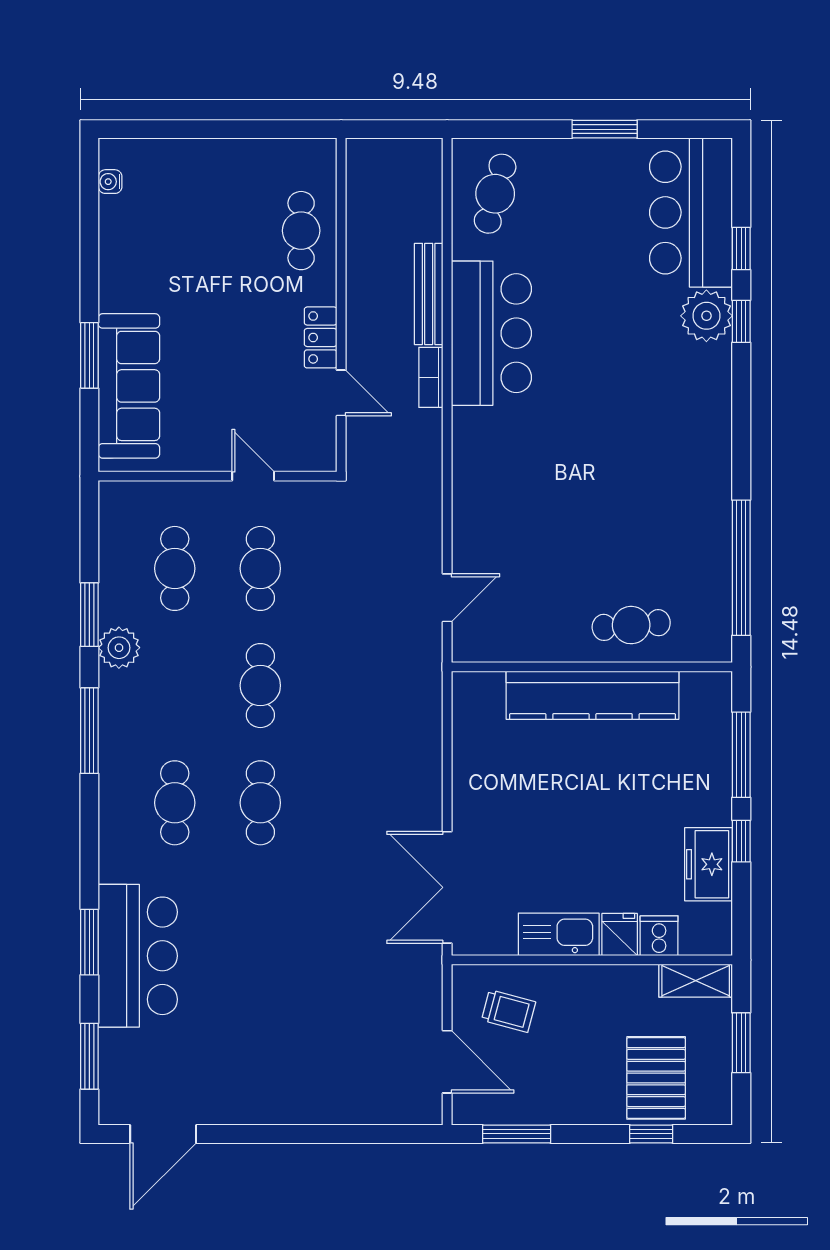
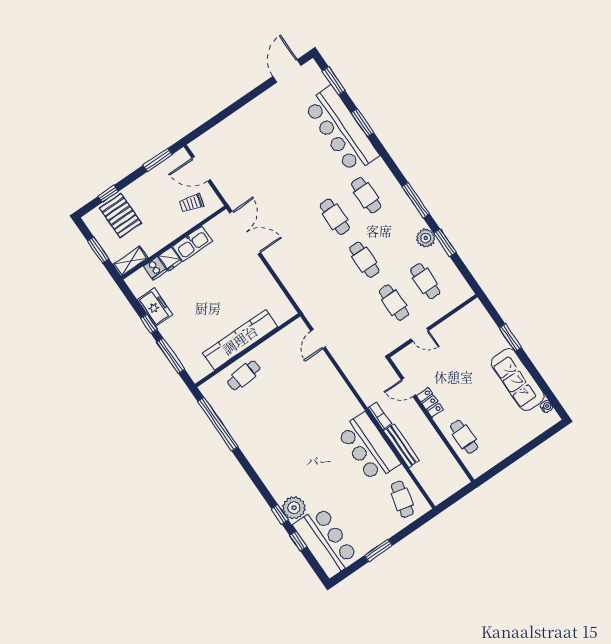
sofa: (129, 386) -> (518, 380), moved
bar counter: (138, 956) -> (341, 130), width x1.36

